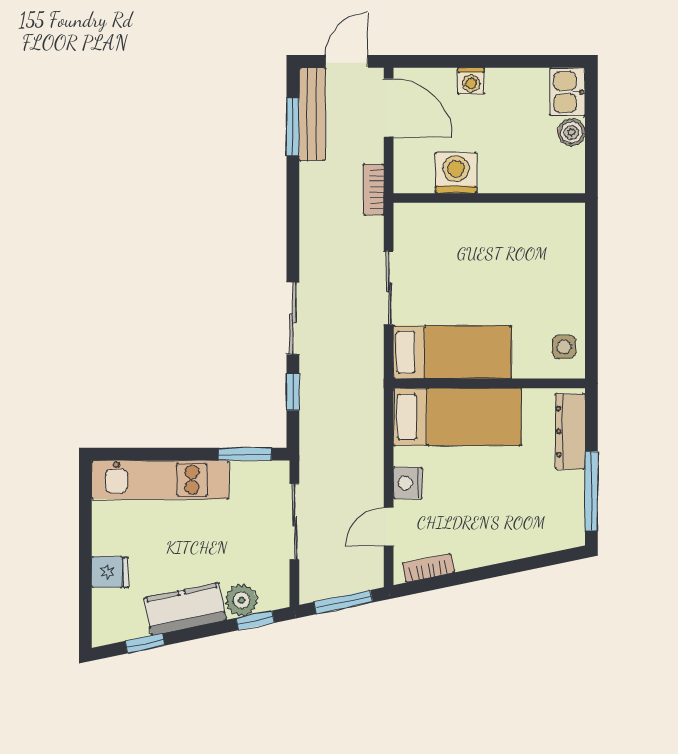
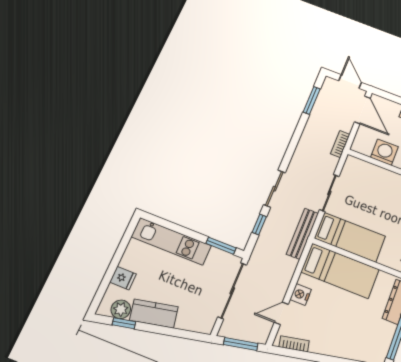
door: (347, 61) -> (350, 82), hinge flipped
bench: (312, 114) -> (302, 234), moved
sliding door: (294, 522) -> (232, 291), width x1.37
plant: (241, 600) -> (121, 309), moved
window: (255, 620) -> (189, 335), removed

